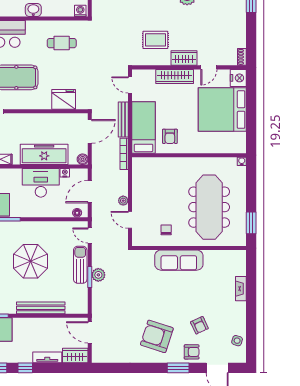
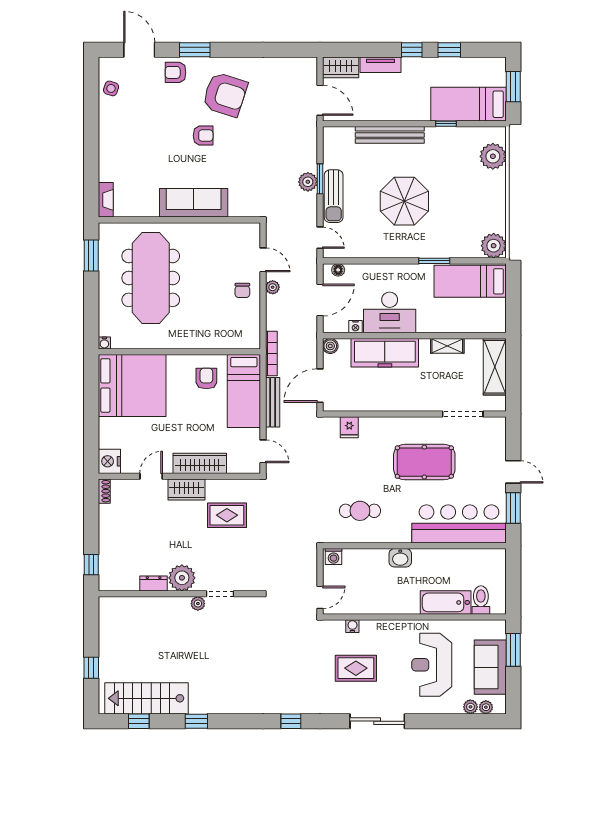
fridge: (64, 99) -> (349, 427), width x0.53, depth x0.75
bed: (222, 110) -> (132, 385), moved
chair: (166, 230) -> (242, 290), moved
fireplace: (241, 289) -> (106, 200), moved
armchair: (199, 325) -> (203, 136), moved, turned 115

